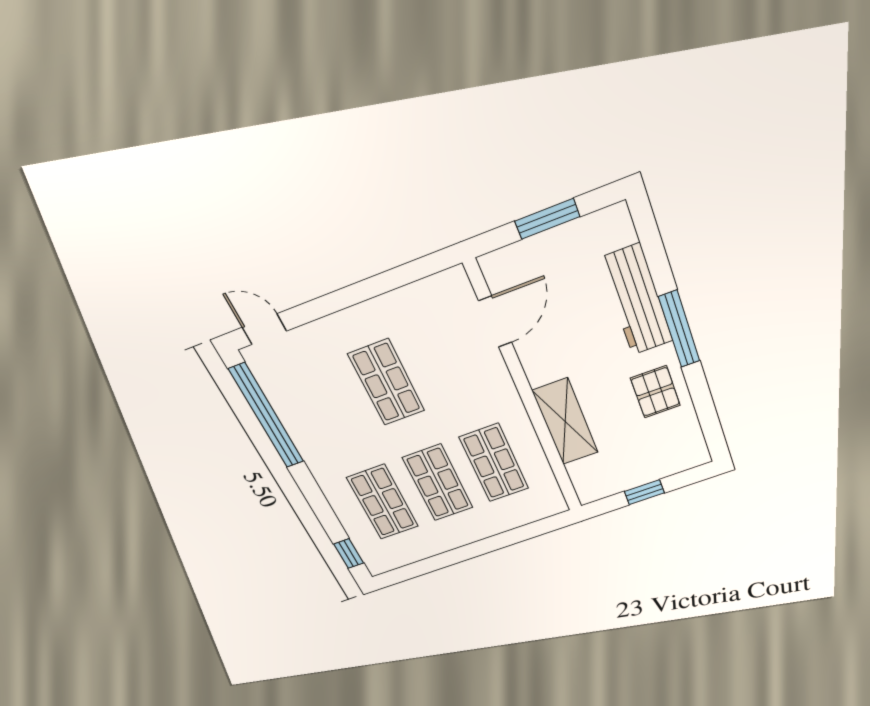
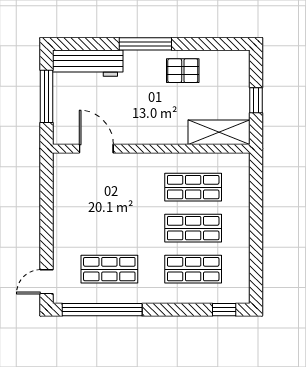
window: (547, 219) -> (47, 96), width x1.44
workbench: (636, 300) -> (88, 63), moved
shop shelf: (387, 382) -> (109, 269), moved
shelving: (565, 422) -> (219, 132), moved

